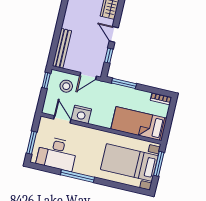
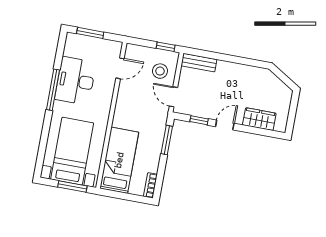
bench: (62, 48) -> (199, 63), width x0.73
nightstand: (81, 114) -> (127, 91), removed
desk: (57, 154) -> (75, 81), moved

